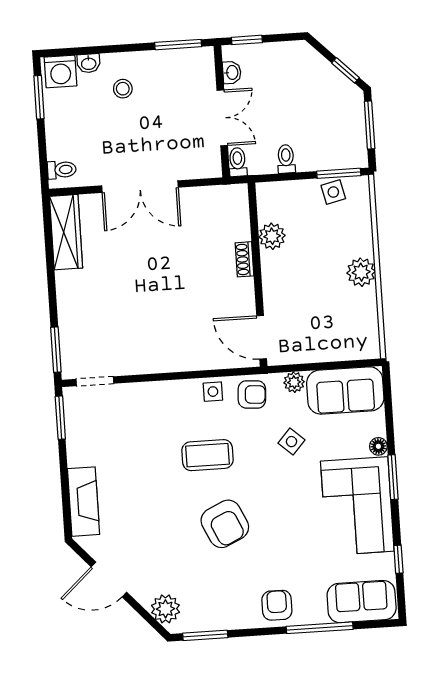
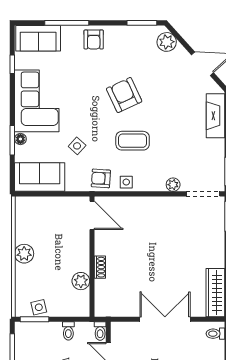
doorway: (95, 381) -> (203, 194), width x1.38
plant: (294, 382) -> (173, 185), moved
window: (393, 477) -> (12, 140), moved

